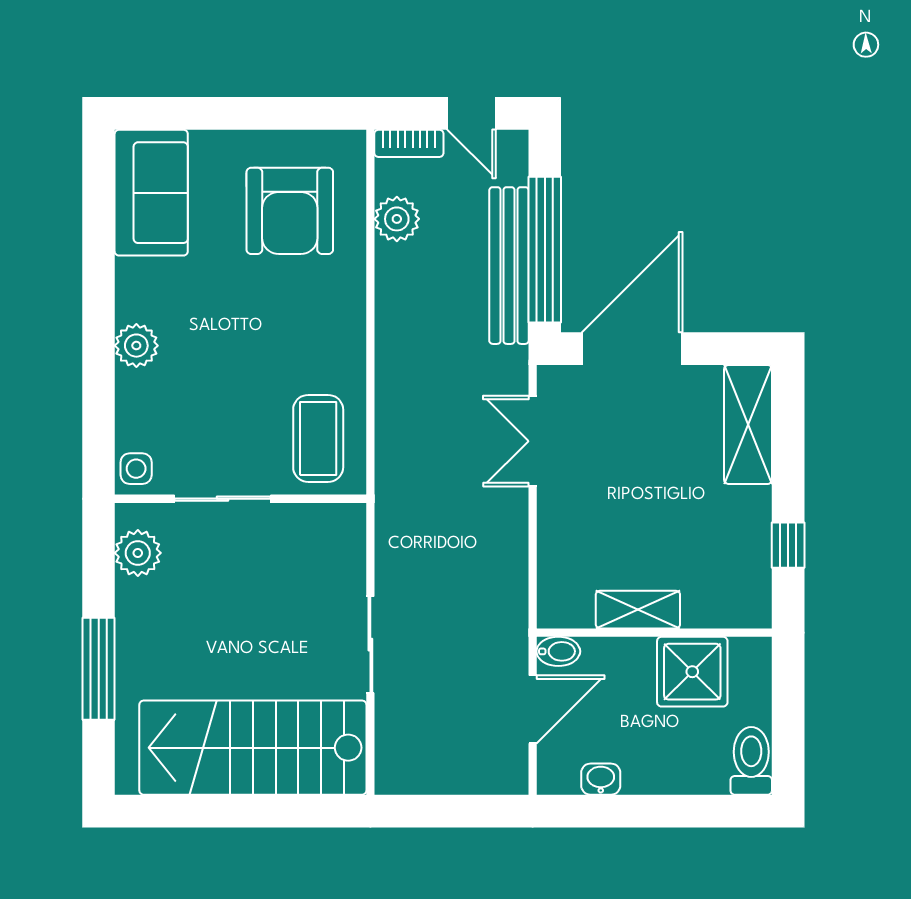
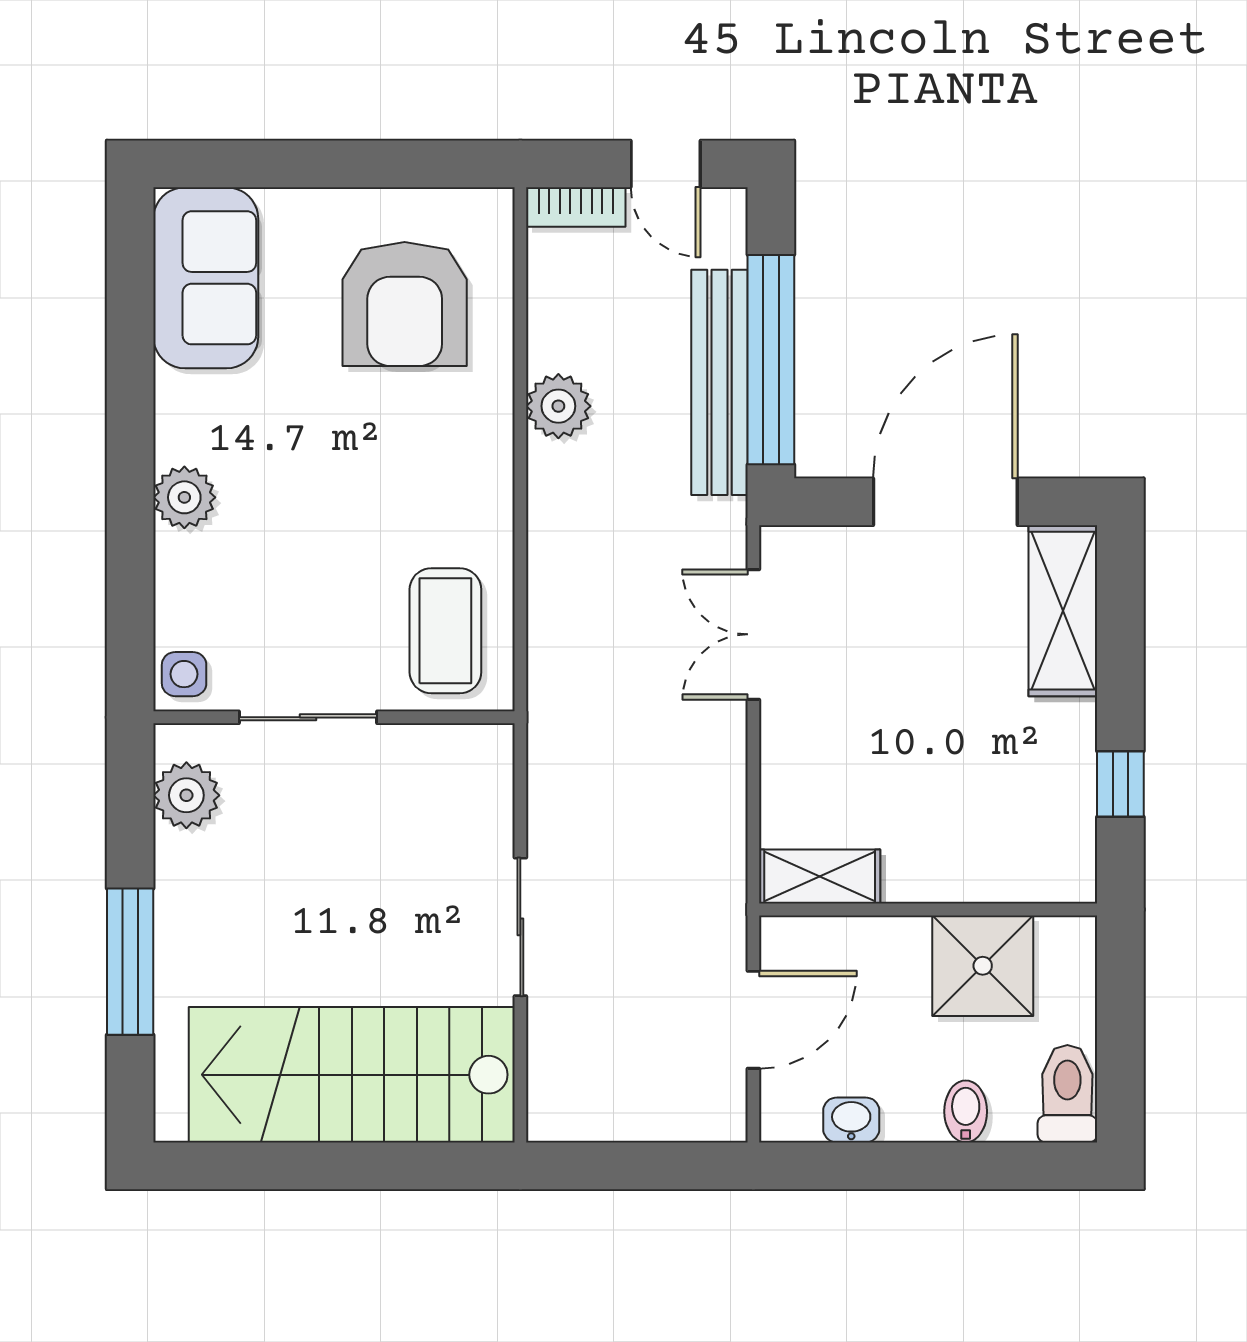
plant: (397, 219) -> (558, 406), moved
door: (632, 349) -> (945, 502), moved
shelving: (638, 610) -> (820, 877), moved
bidet: (558, 651) -> (966, 1111), moved, turned -90

